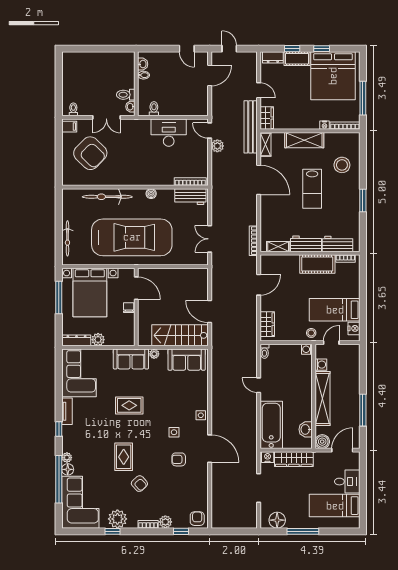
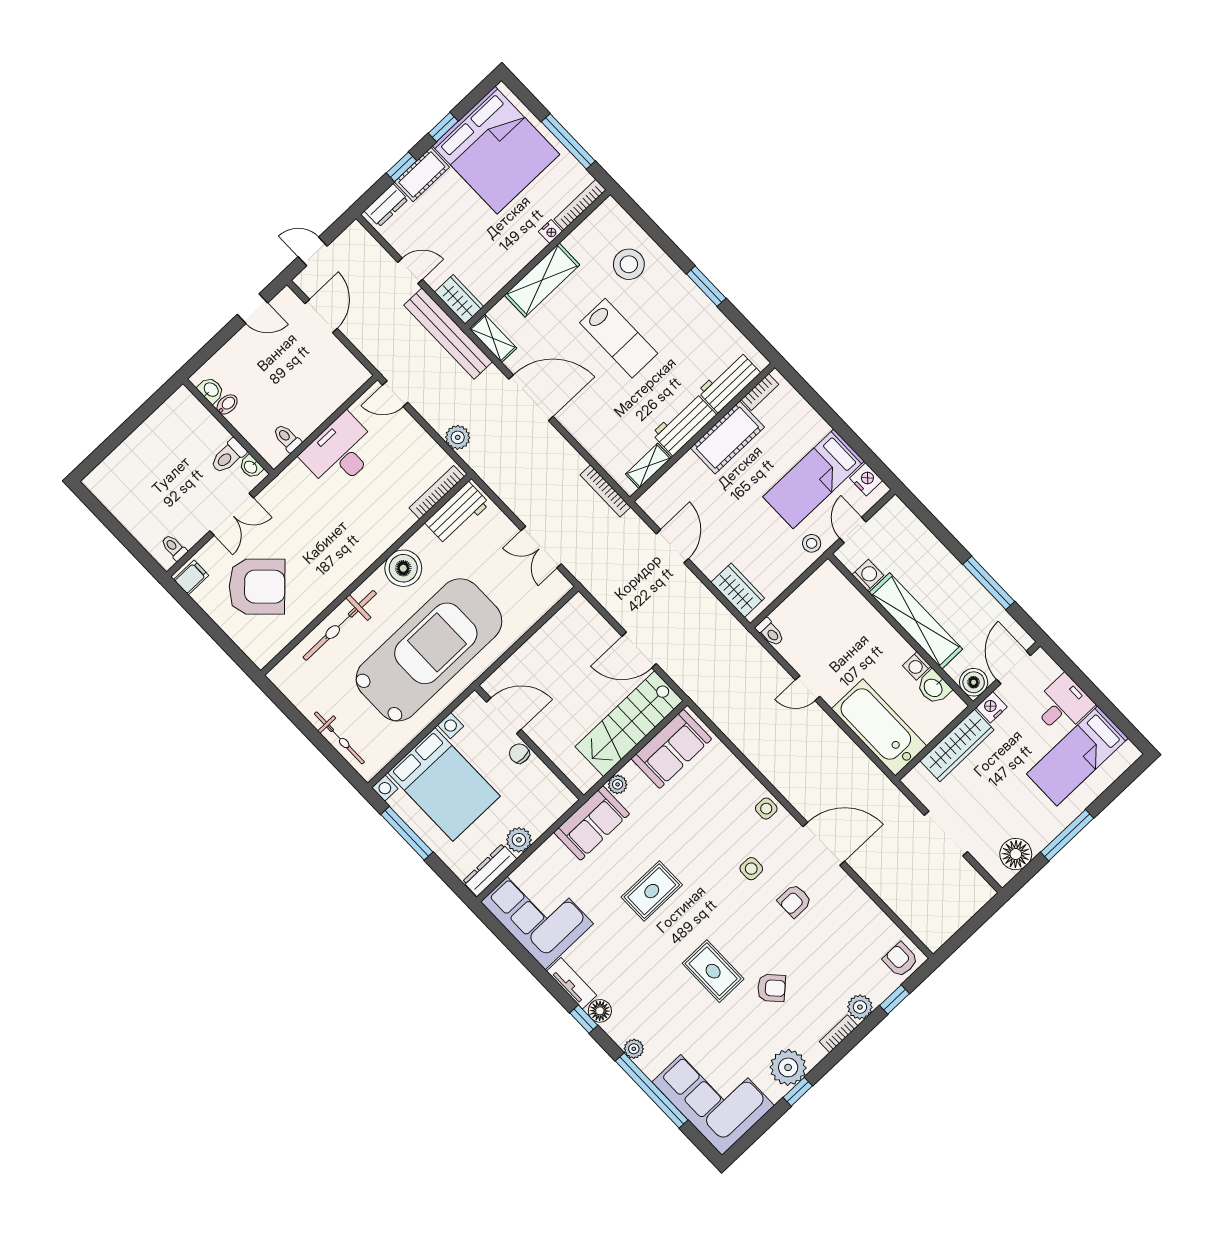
plant: (217, 146) -> (458, 437), moved
boiler: (151, 194) -> (403, 568), width x1.86, depth x1.86
washing machine: (307, 349) -> (917, 666), moved
nightstand: (268, 457) -> (992, 707), moved
floor lamp: (68, 469) -> (600, 1011), moved

